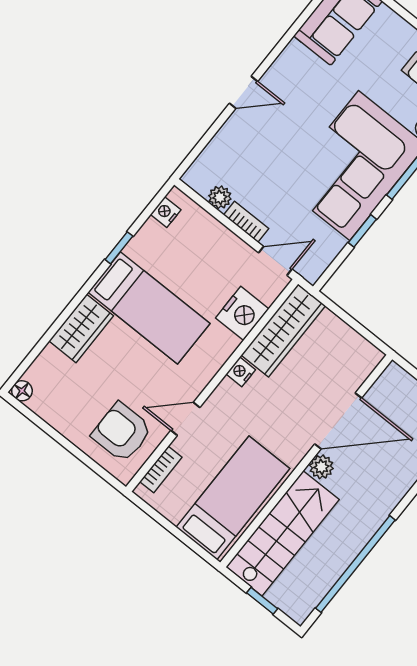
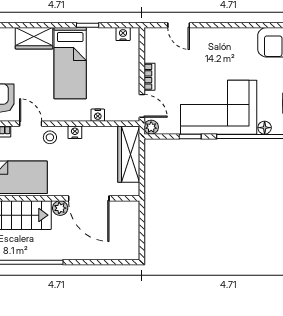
door: (243, 92) -> (179, 25), moved
plant: (220, 197) -> (151, 127), moved
nightstand: (242, 313) -> (98, 115), width x0.53, depth x0.56
wardrobe: (283, 330) -> (129, 154), moved, turned 90
stool: (222, 408) -> (50, 137), added

